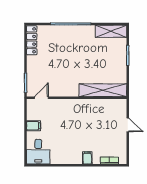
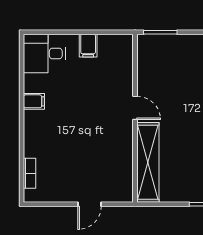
door: (41, 98) -> (135, 108), moved
filing cabinet: (87, 158) -> (34, 101), moved

